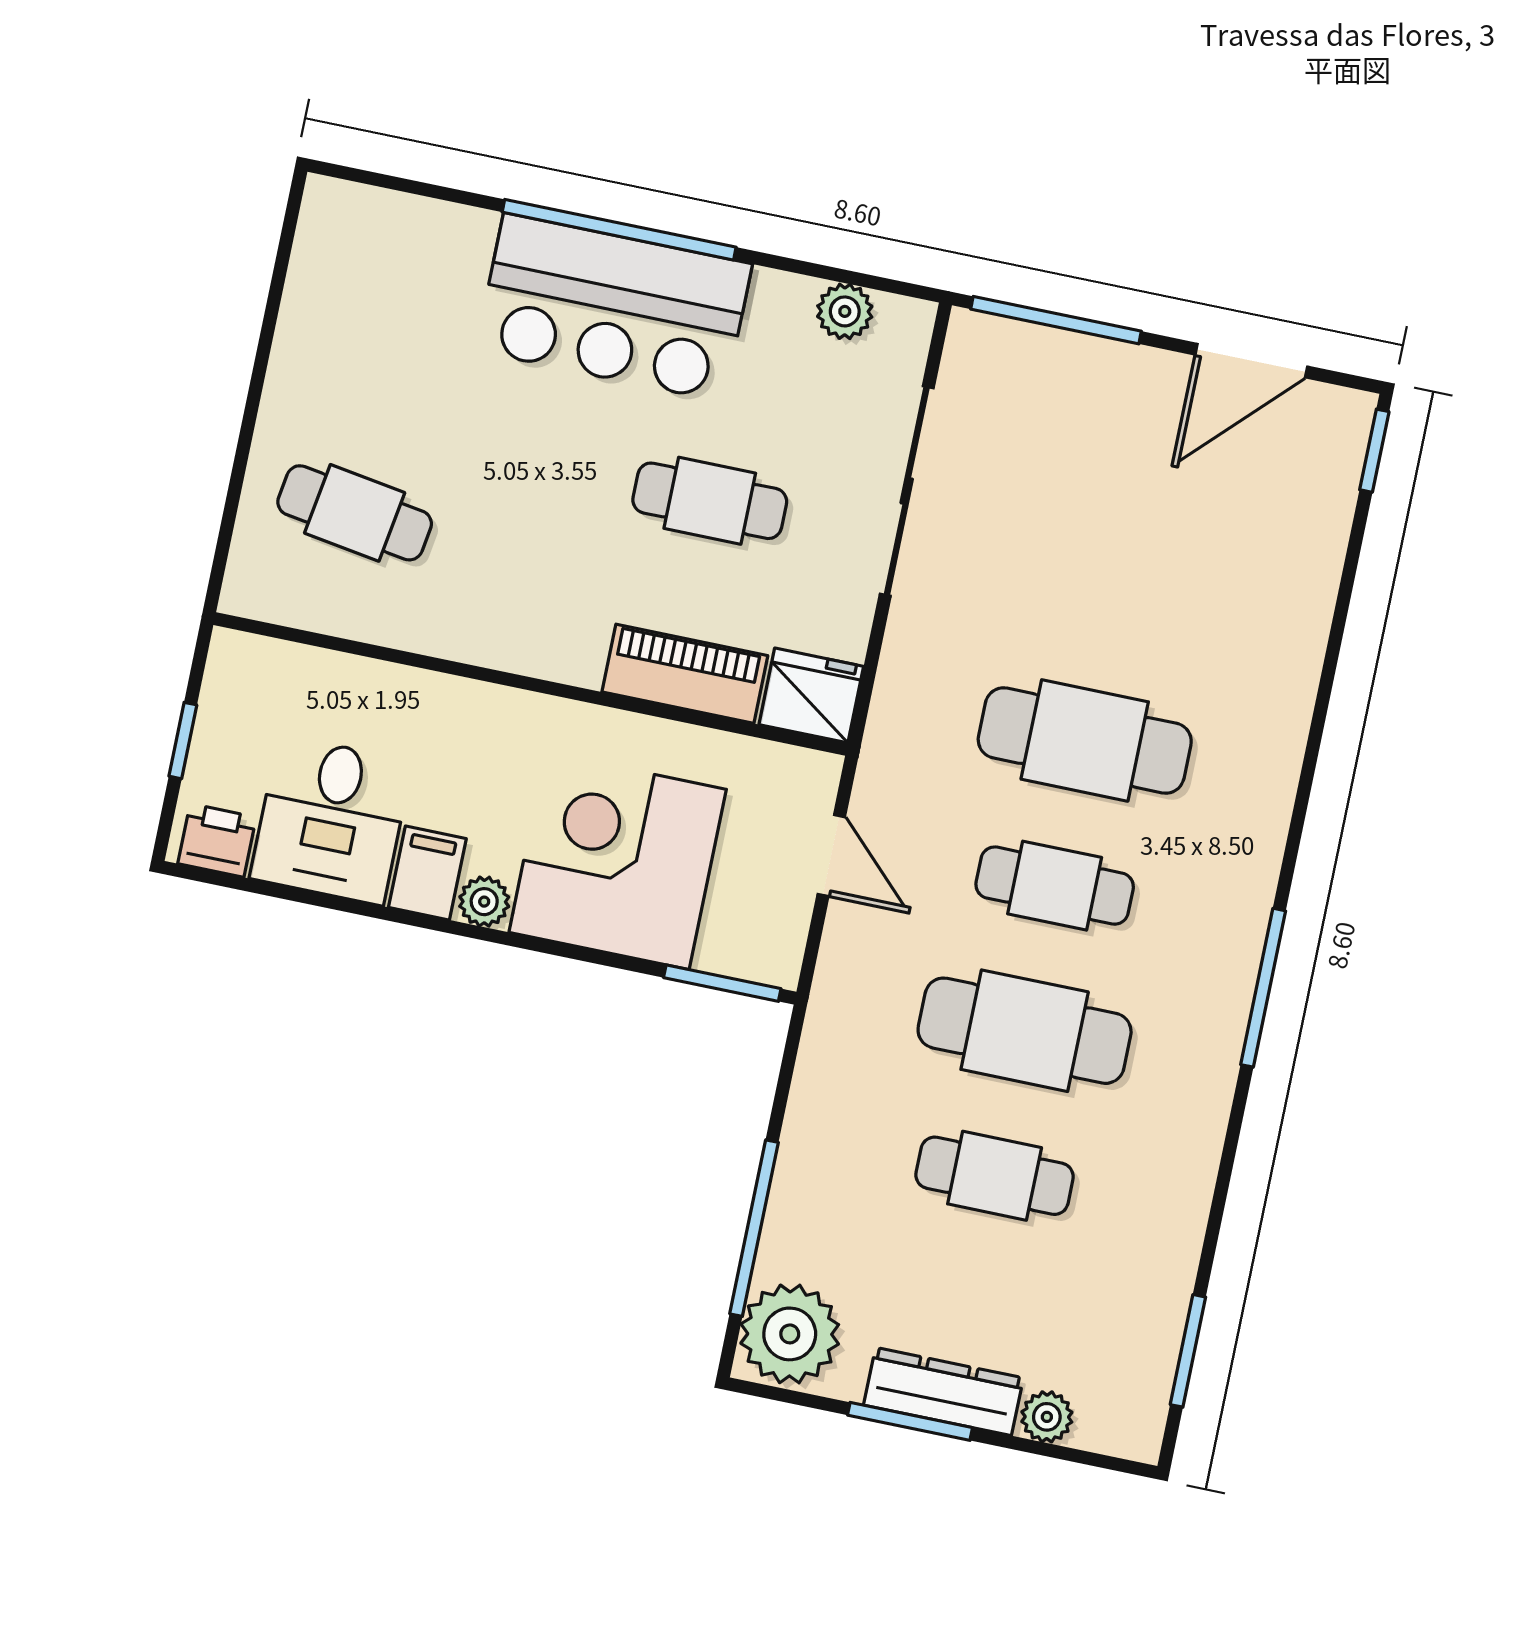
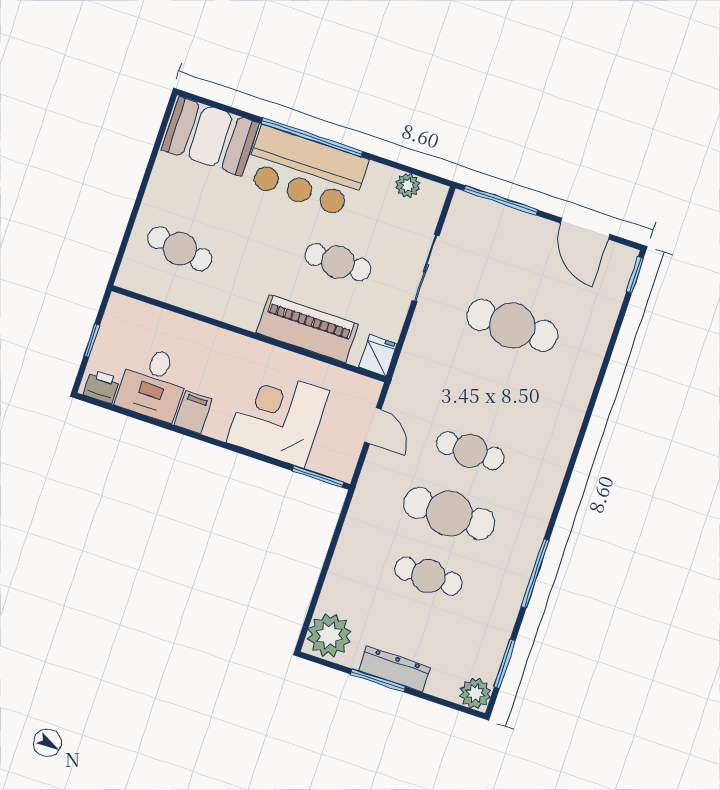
booth: (393, 254) -> (210, 136), added
door: (1251, 361) -> (585, 229), hinge flipped
sliding door: (907, 491) -> (426, 268), width x0.73
piano: (685, 674) -> (307, 329), width x1.37, depth x1.33
fridge: (811, 695) -> (378, 355), width x0.72
cafe table: (1085, 741) -> (512, 325), moved
plant: (484, 902) -> (217, 428), removed
window: (1263, 988) -> (535, 574), moved
window: (754, 1228) -> (319, 587), removed
plant: (1047, 1417) -> (475, 693), moved, width x1.38, depth x1.38

